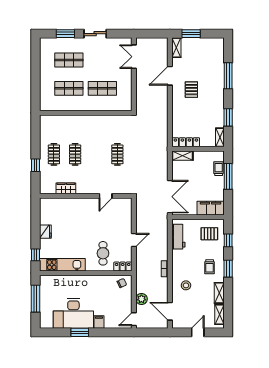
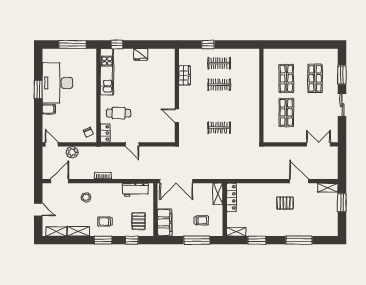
trolley: (219, 169) -> (201, 220), moved

